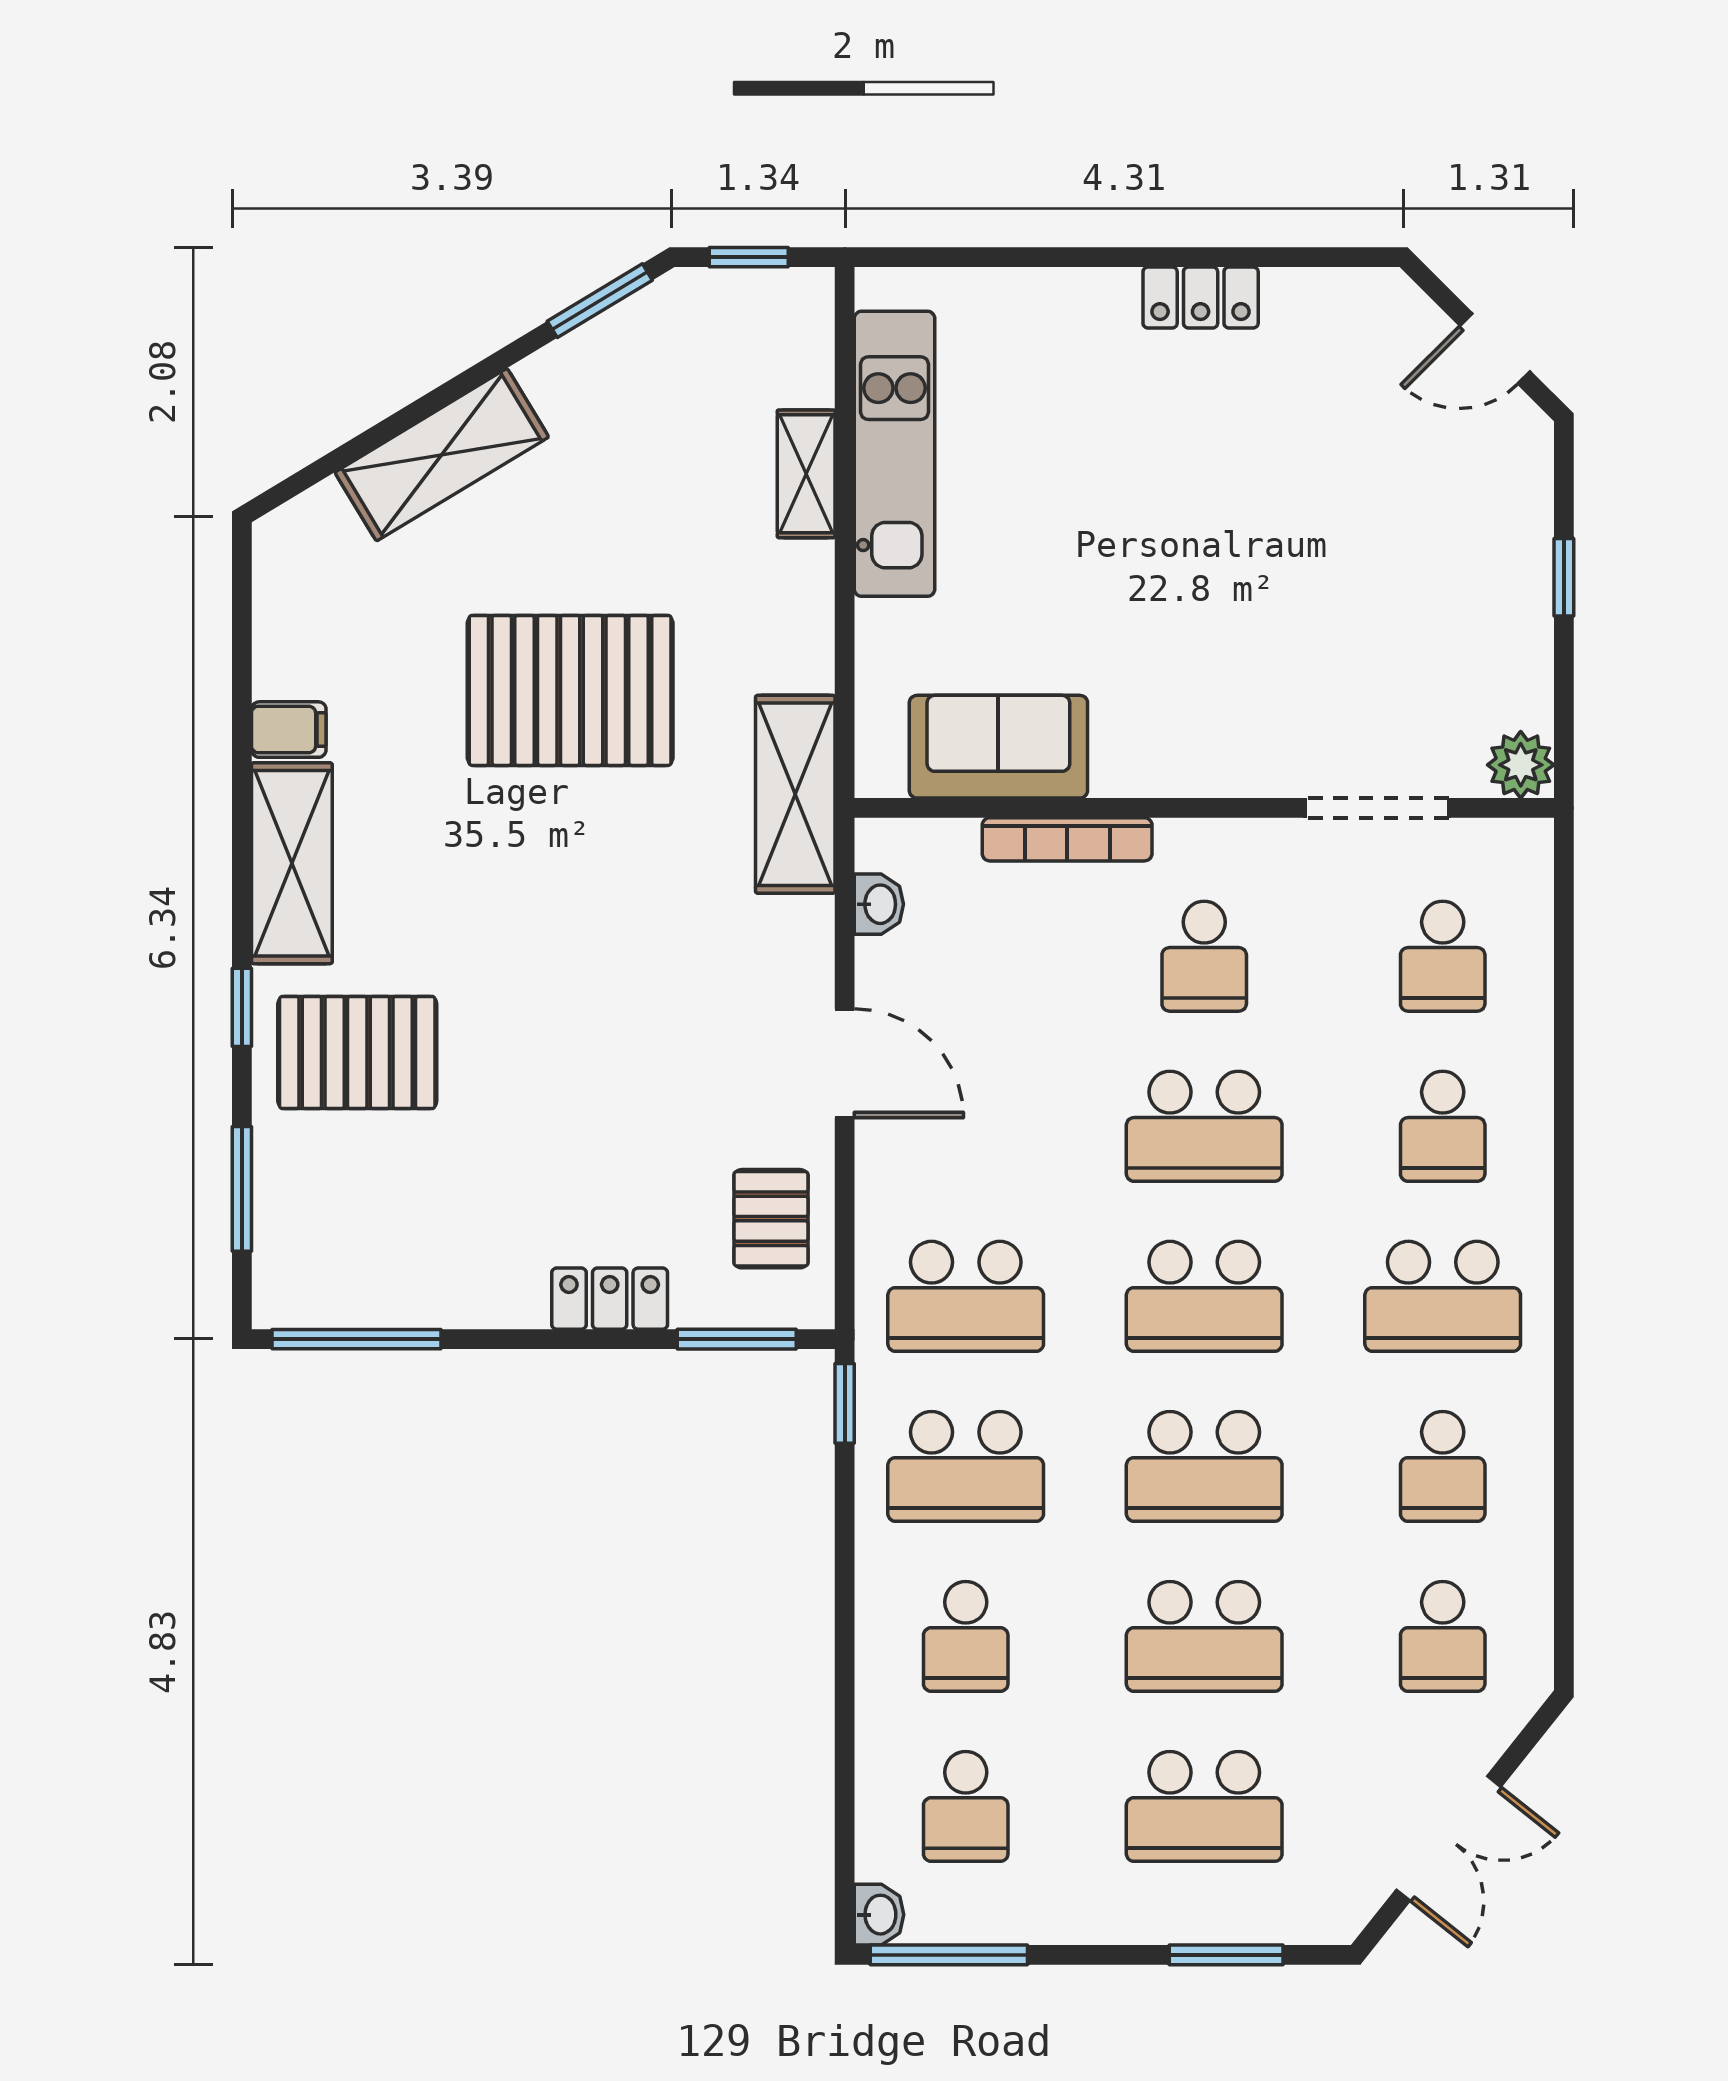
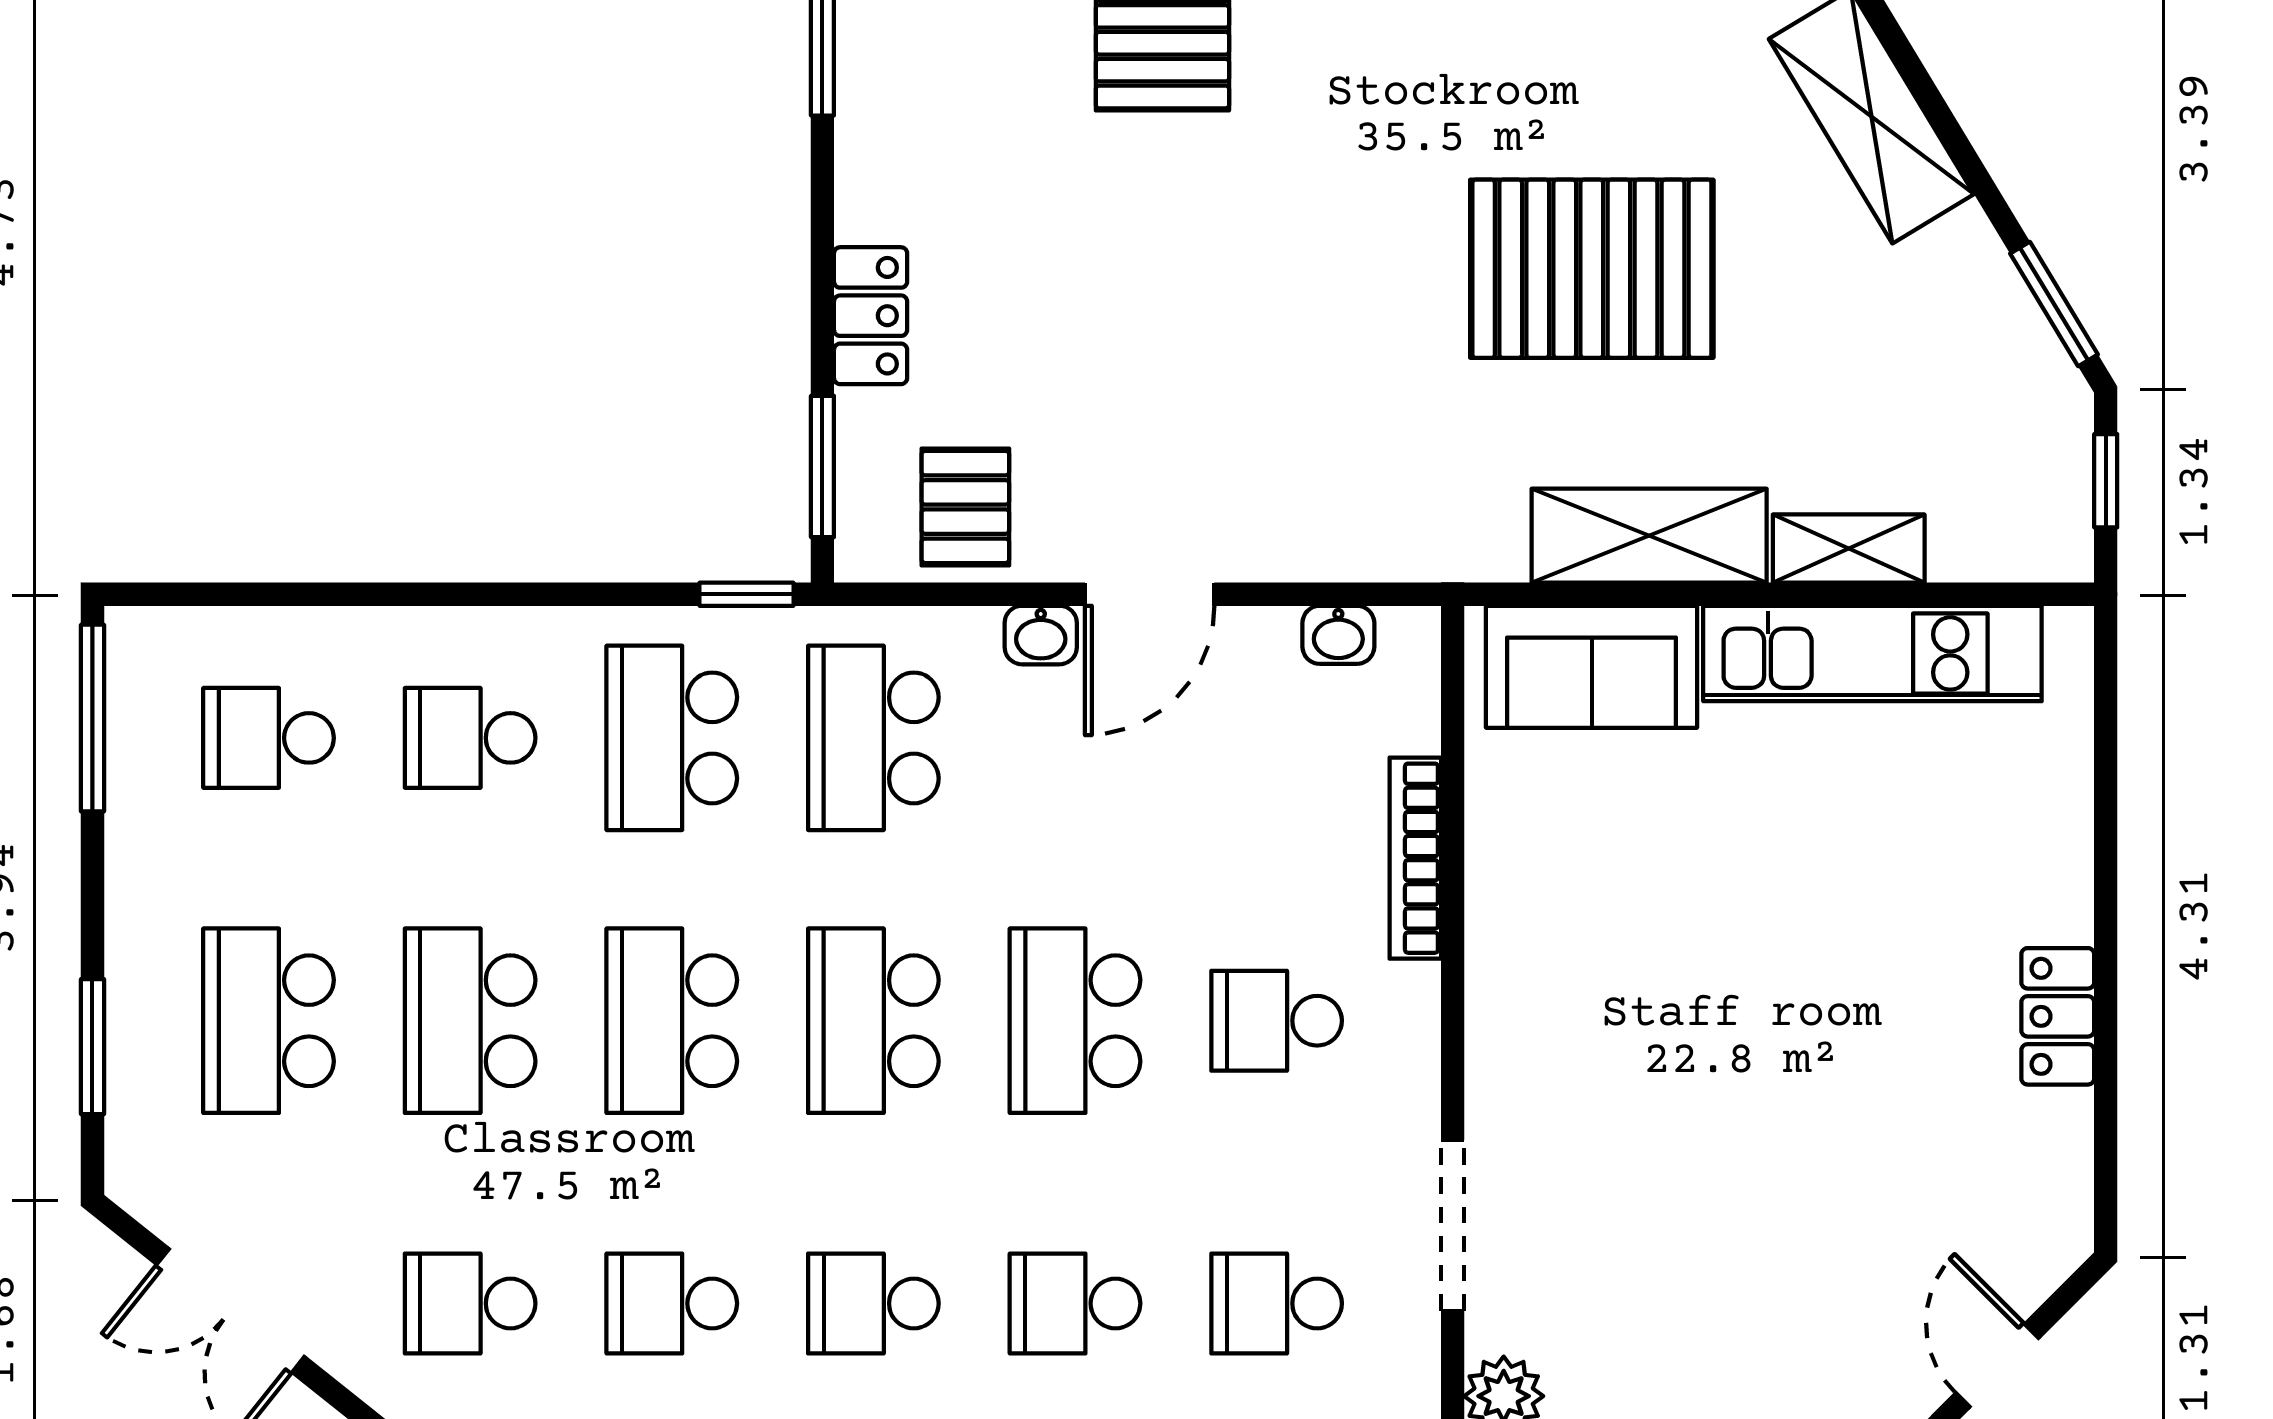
pallet: (570, 690) -> (1592, 269), turned 90
sofa: (998, 747) -> (1592, 667), moved, turned 90
shelving: (795, 794) -> (1649, 536), moved
pallet: (771, 1219) -> (965, 507), turned 90
school desk: (1443, 1296) -> (873, 1303), width x0.54
washbasin: (879, 1915) -> (1041, 635), moved

